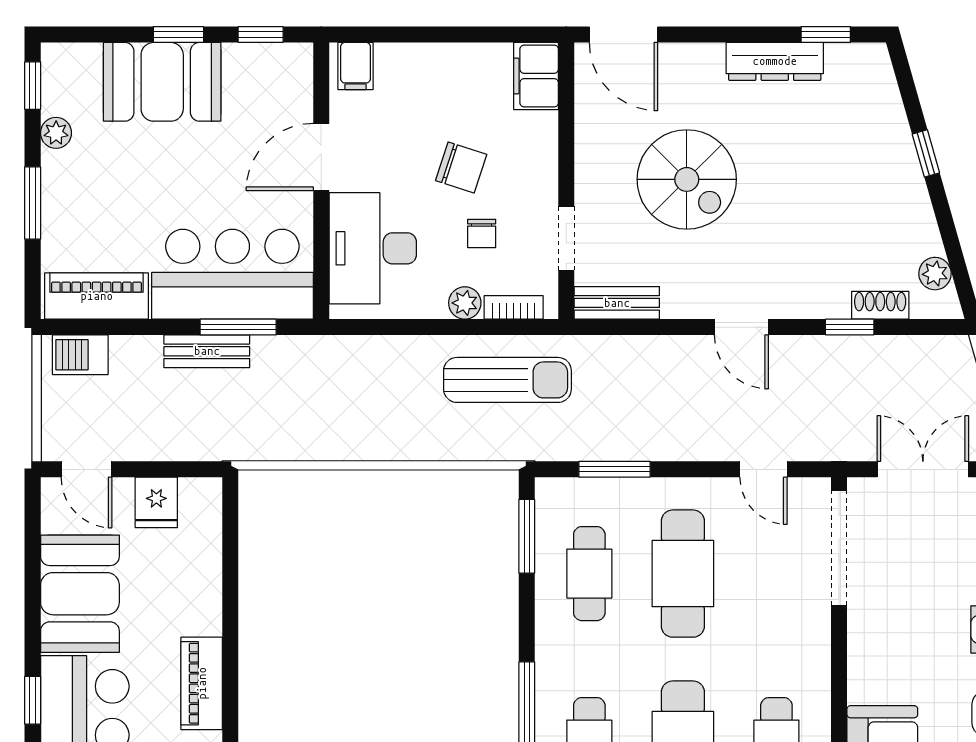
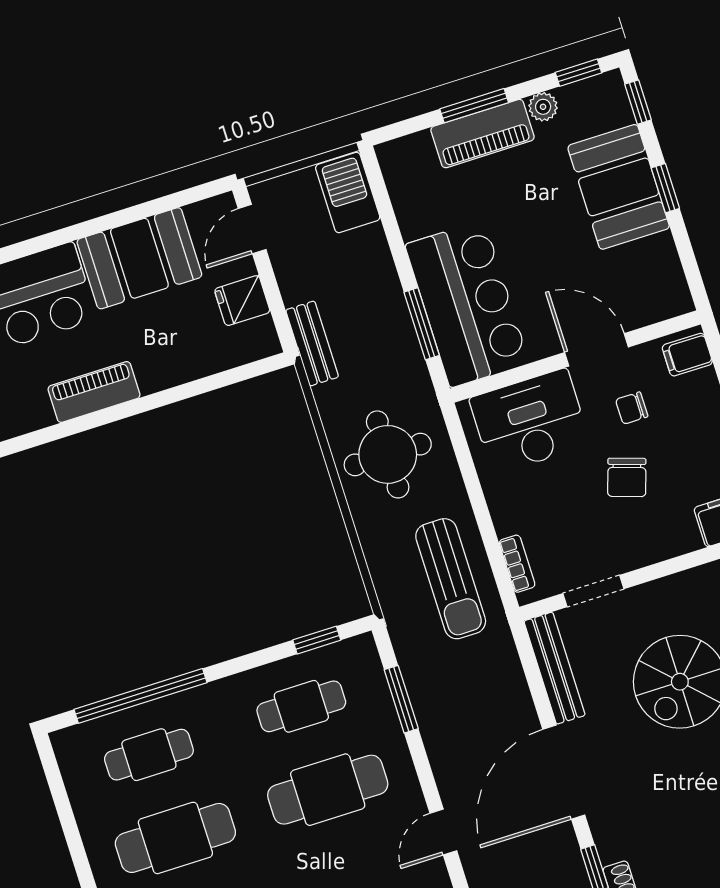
window: (261, 35) -> (638, 102), moved
chair: (482, 233) -> (632, 408), moved
piano: (97, 296) -> (482, 134), moved, turned 90
plant: (465, 303) -> (507, 519), removed
bench: (617, 303) -> (555, 668), width x1.36
door: (741, 327) -> (564, 772), width x1.88
bench: (207, 351) -> (312, 343), moved
barbecue: (80, 355) -> (348, 193), width x1.38, depth x1.27
round table: (360, 404) -> (388, 454), added
window: (527, 536) -> (317, 640), width x0.67
window: (33, 700) -> (31, 246), removed

